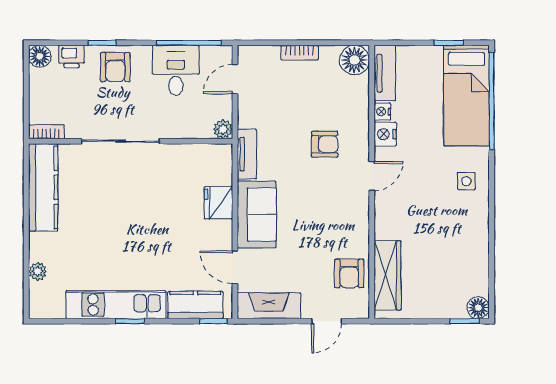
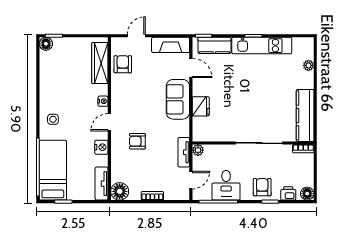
nightstand: (382, 112) -> (103, 101), moved
tv unit: (247, 154) -> (184, 152), moved

